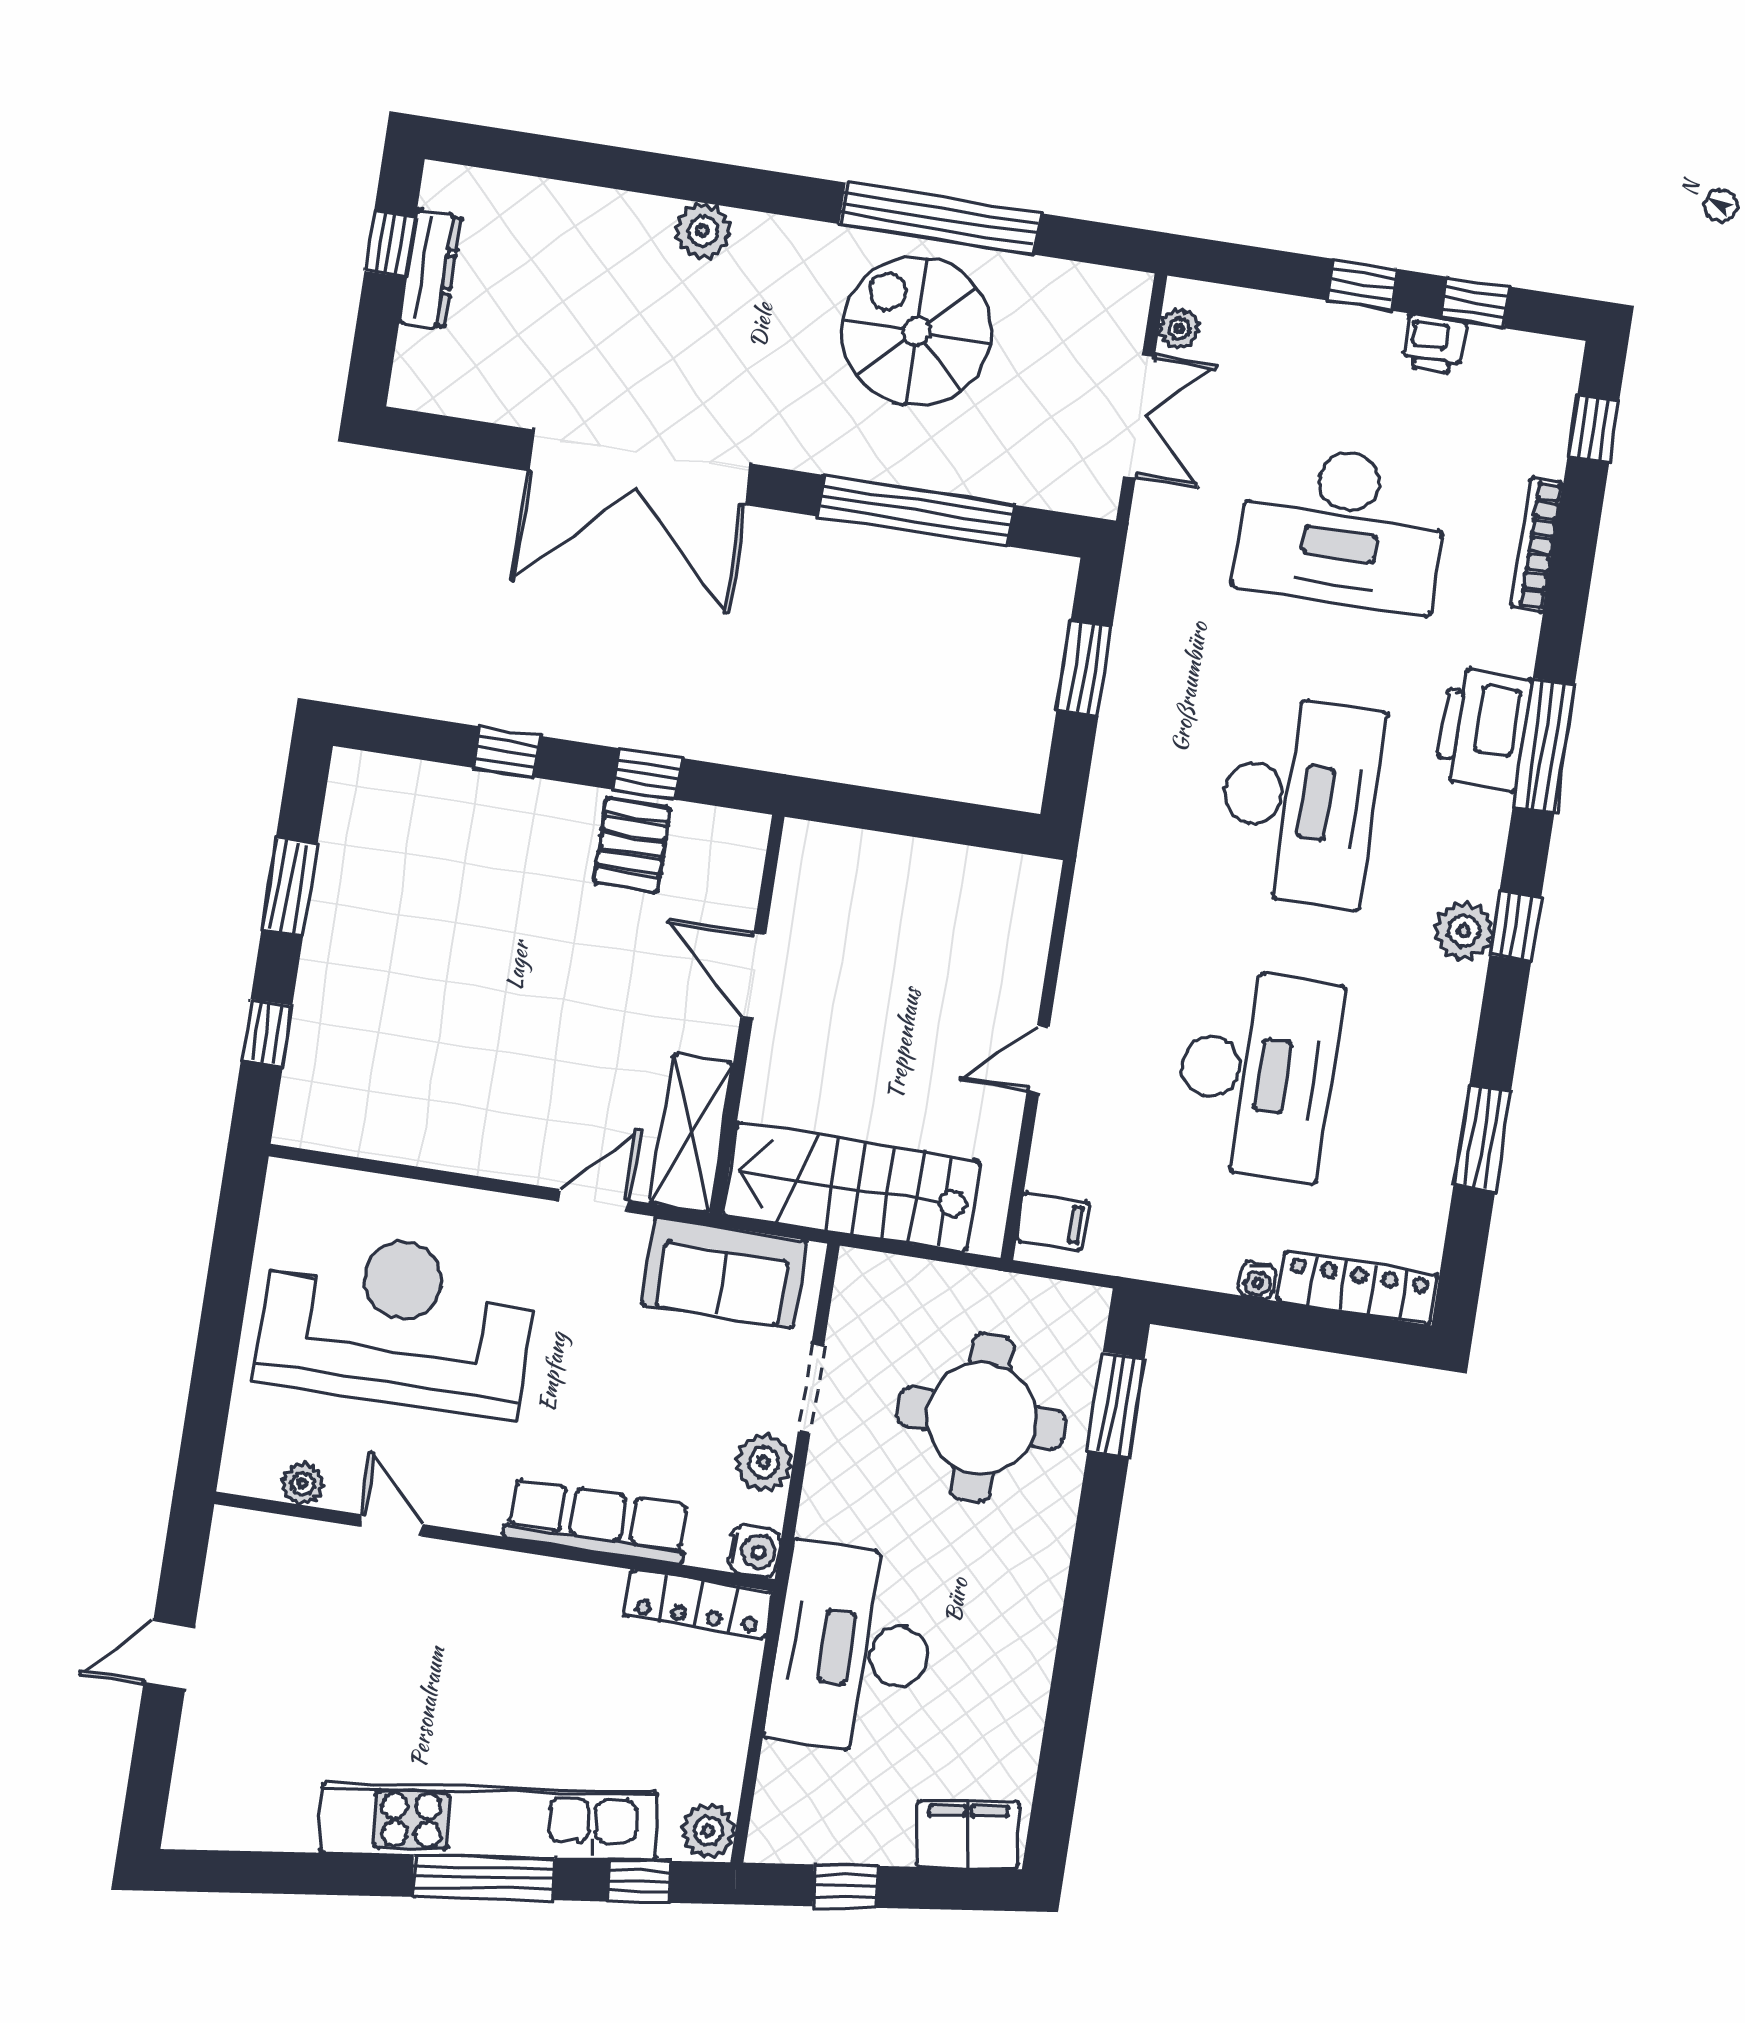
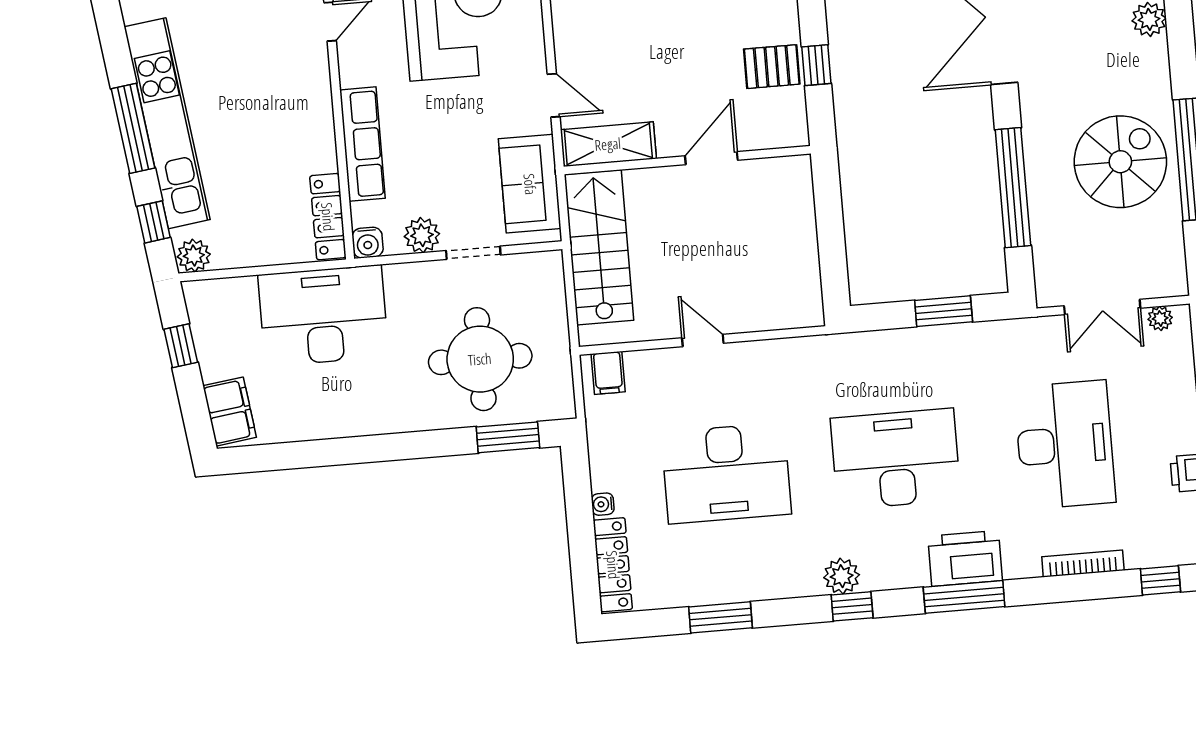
desk: (1342, 528) -> (1065, 445), turned 180
desk: (1299, 800) -> (896, 459), turned 180

